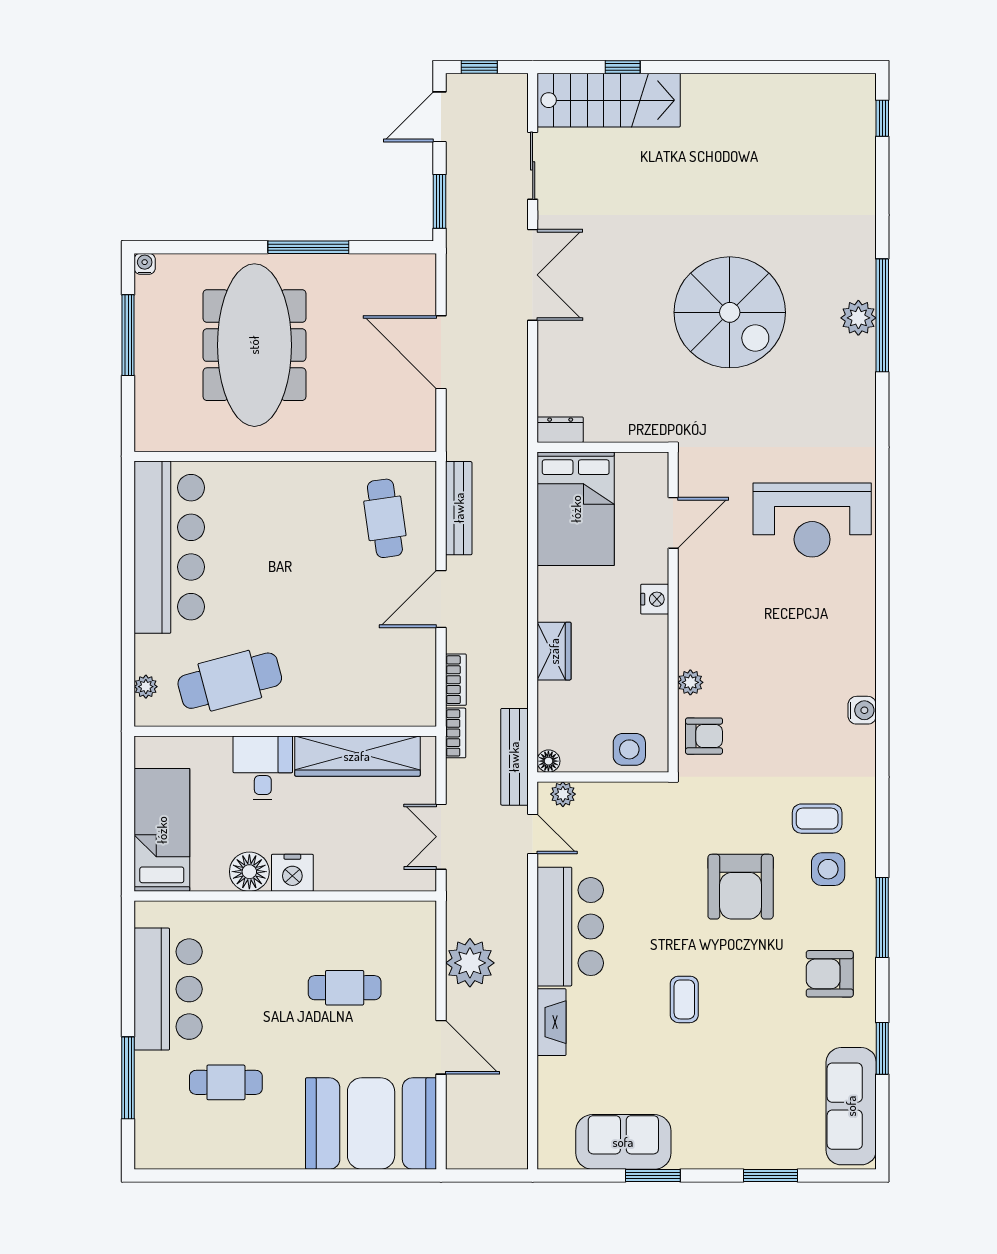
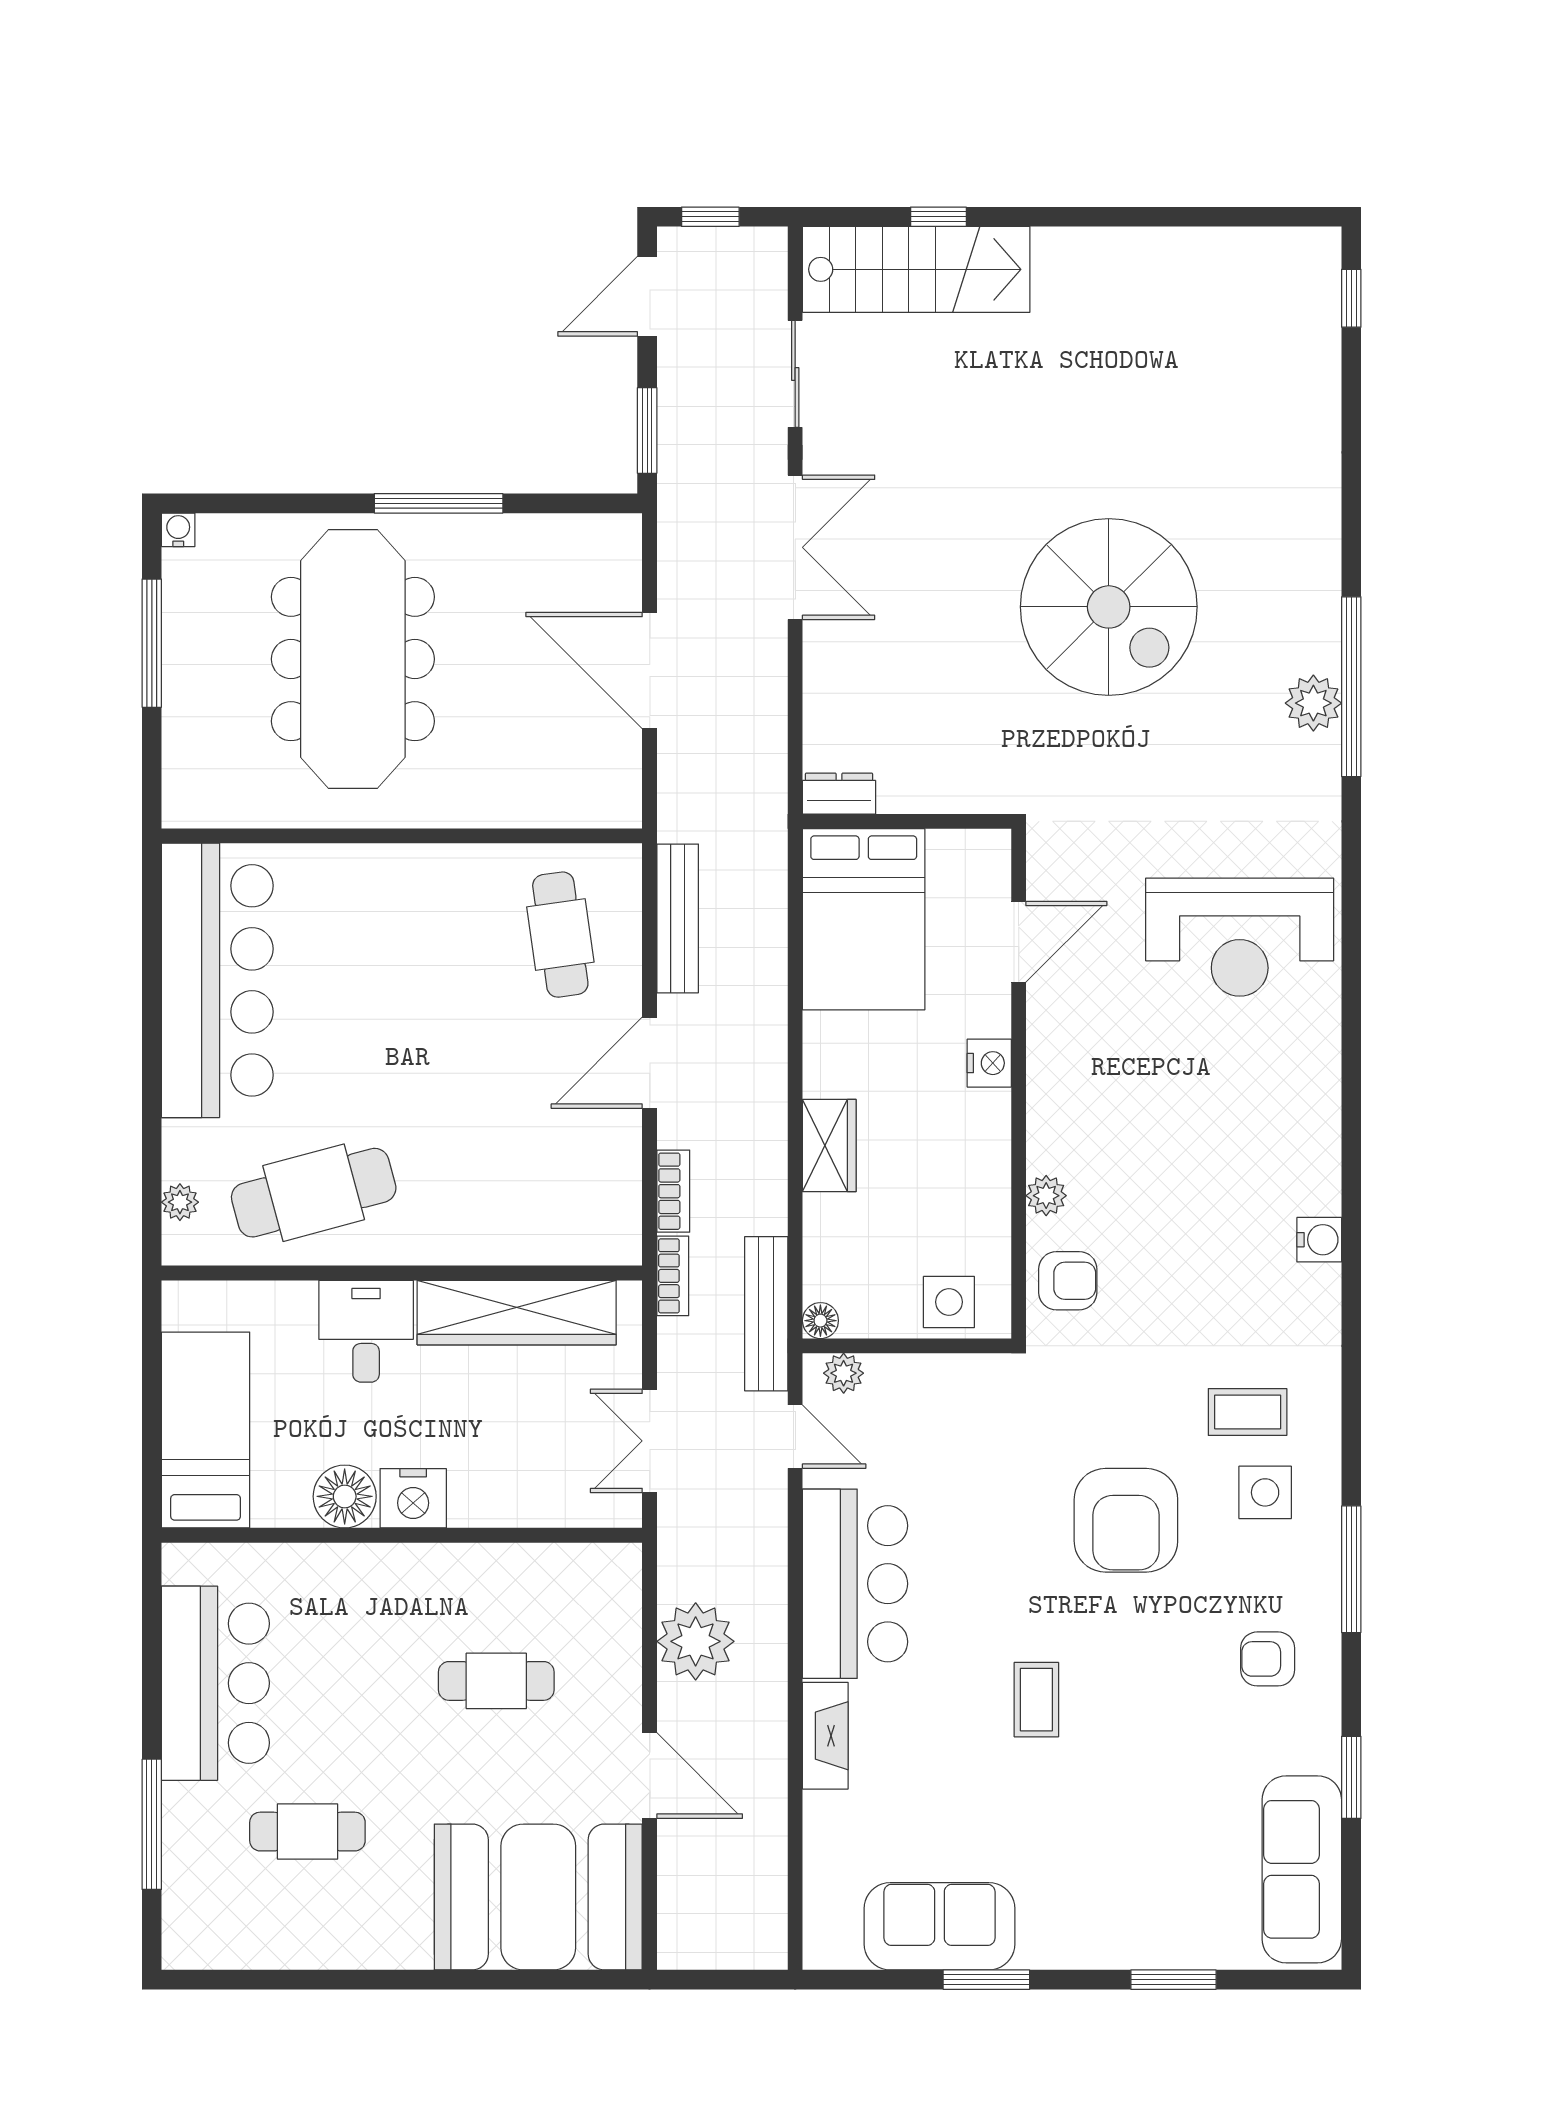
window: (882, 315) -> (1351, 687), moved
plant: (858, 318) -> (1313, 703), moved
armchair: (830, 974) -> (1268, 1659), width x0.72, depth x0.72

